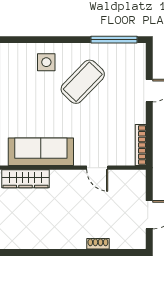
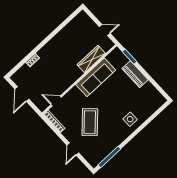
coffee table: (83, 82) -> (90, 122), moved
door: (97, 168) -> (56, 101), moved

